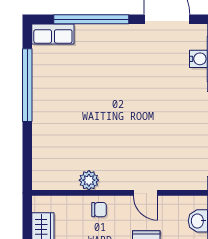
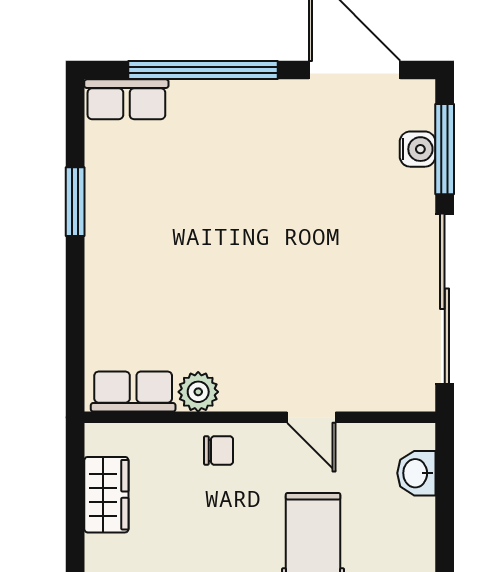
window: (27, 85) -> (75, 202), width x0.47
row of seats: (56, 180) -> (133, 392), added

